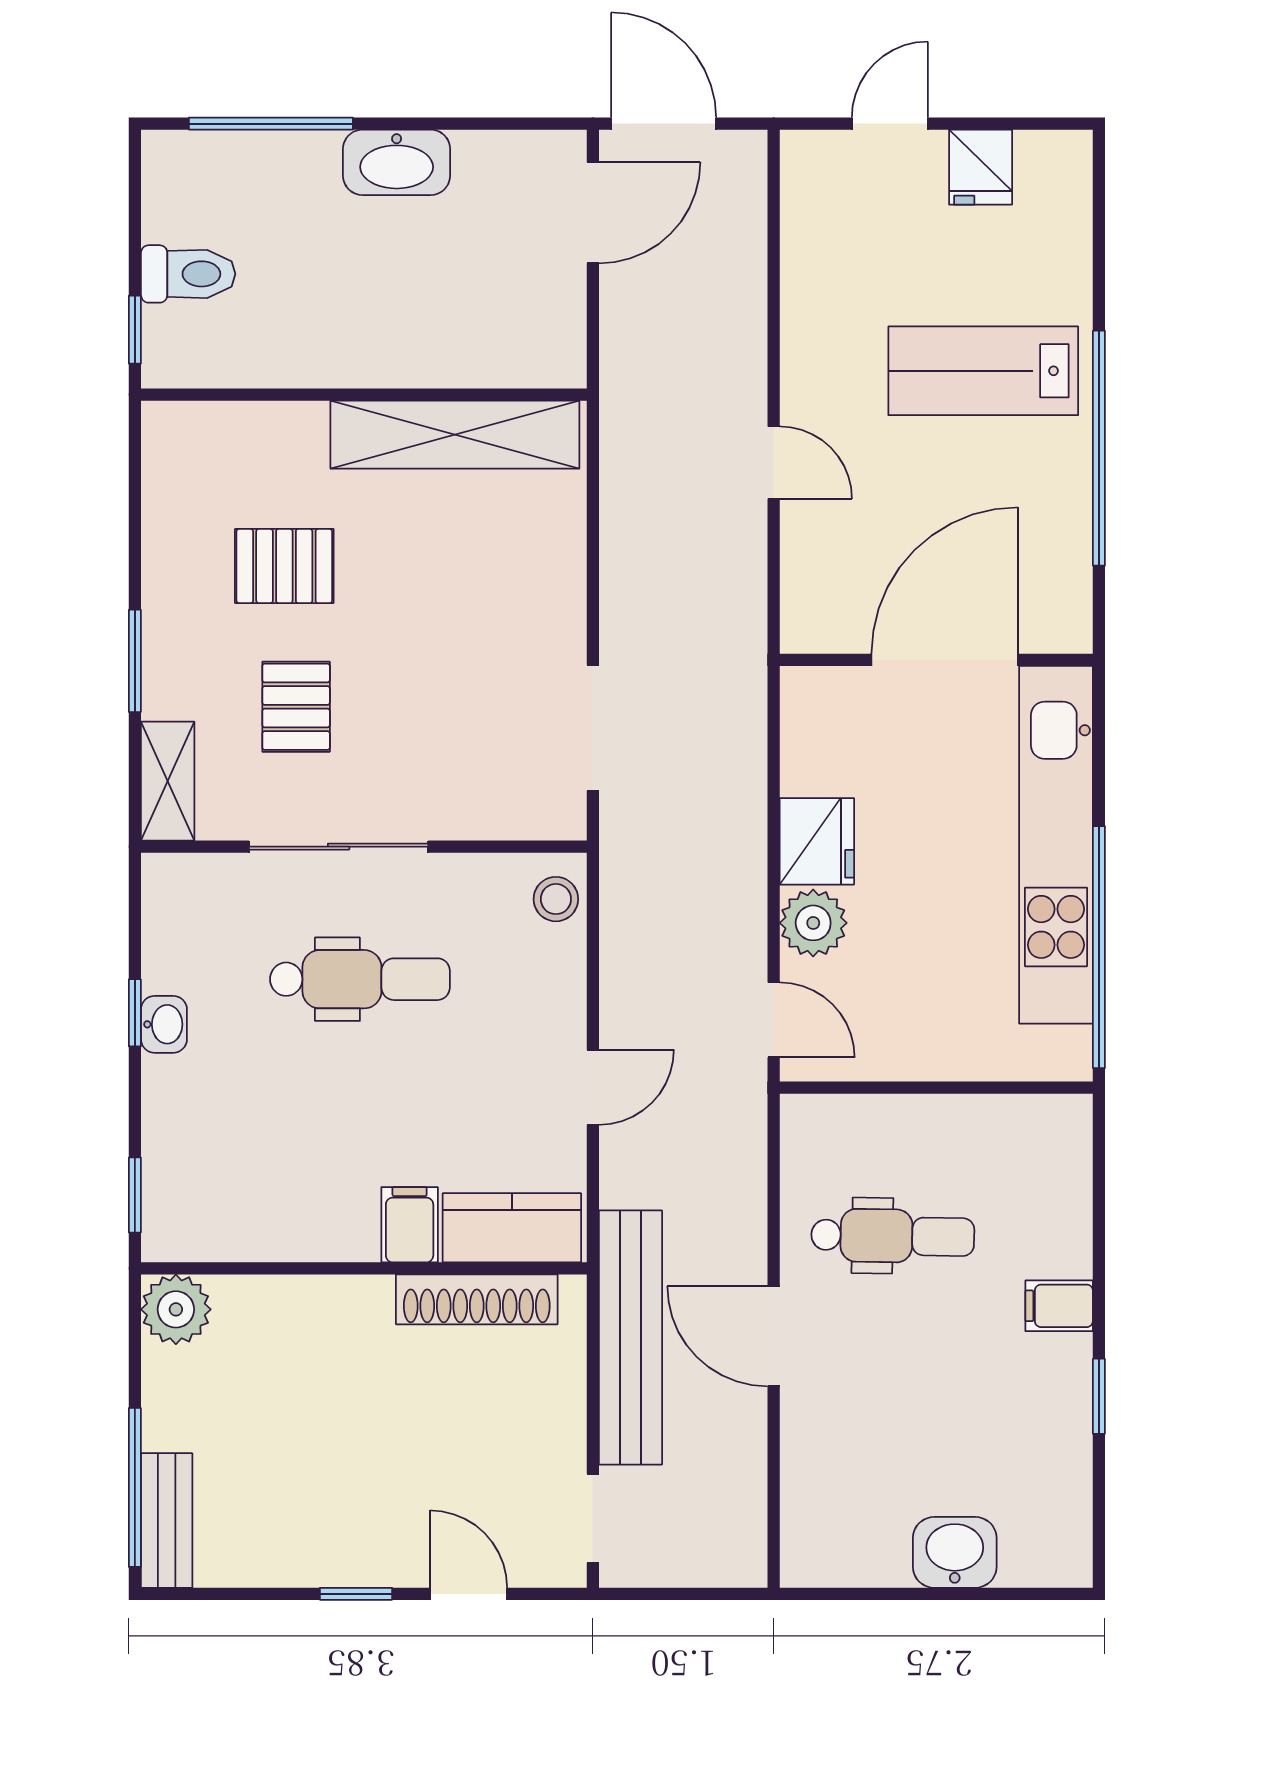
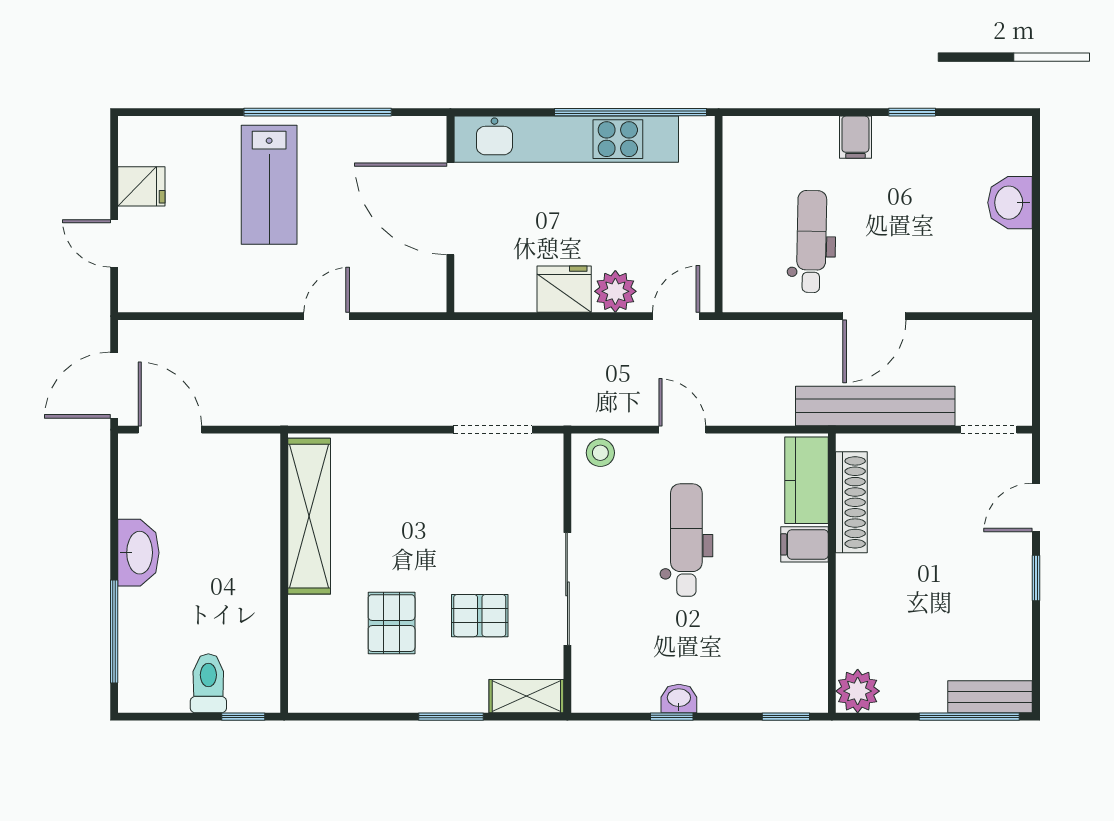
dental chair: (360, 979) -> (686, 540), moved
door: (593, 1087) -> (682, 430), moved

